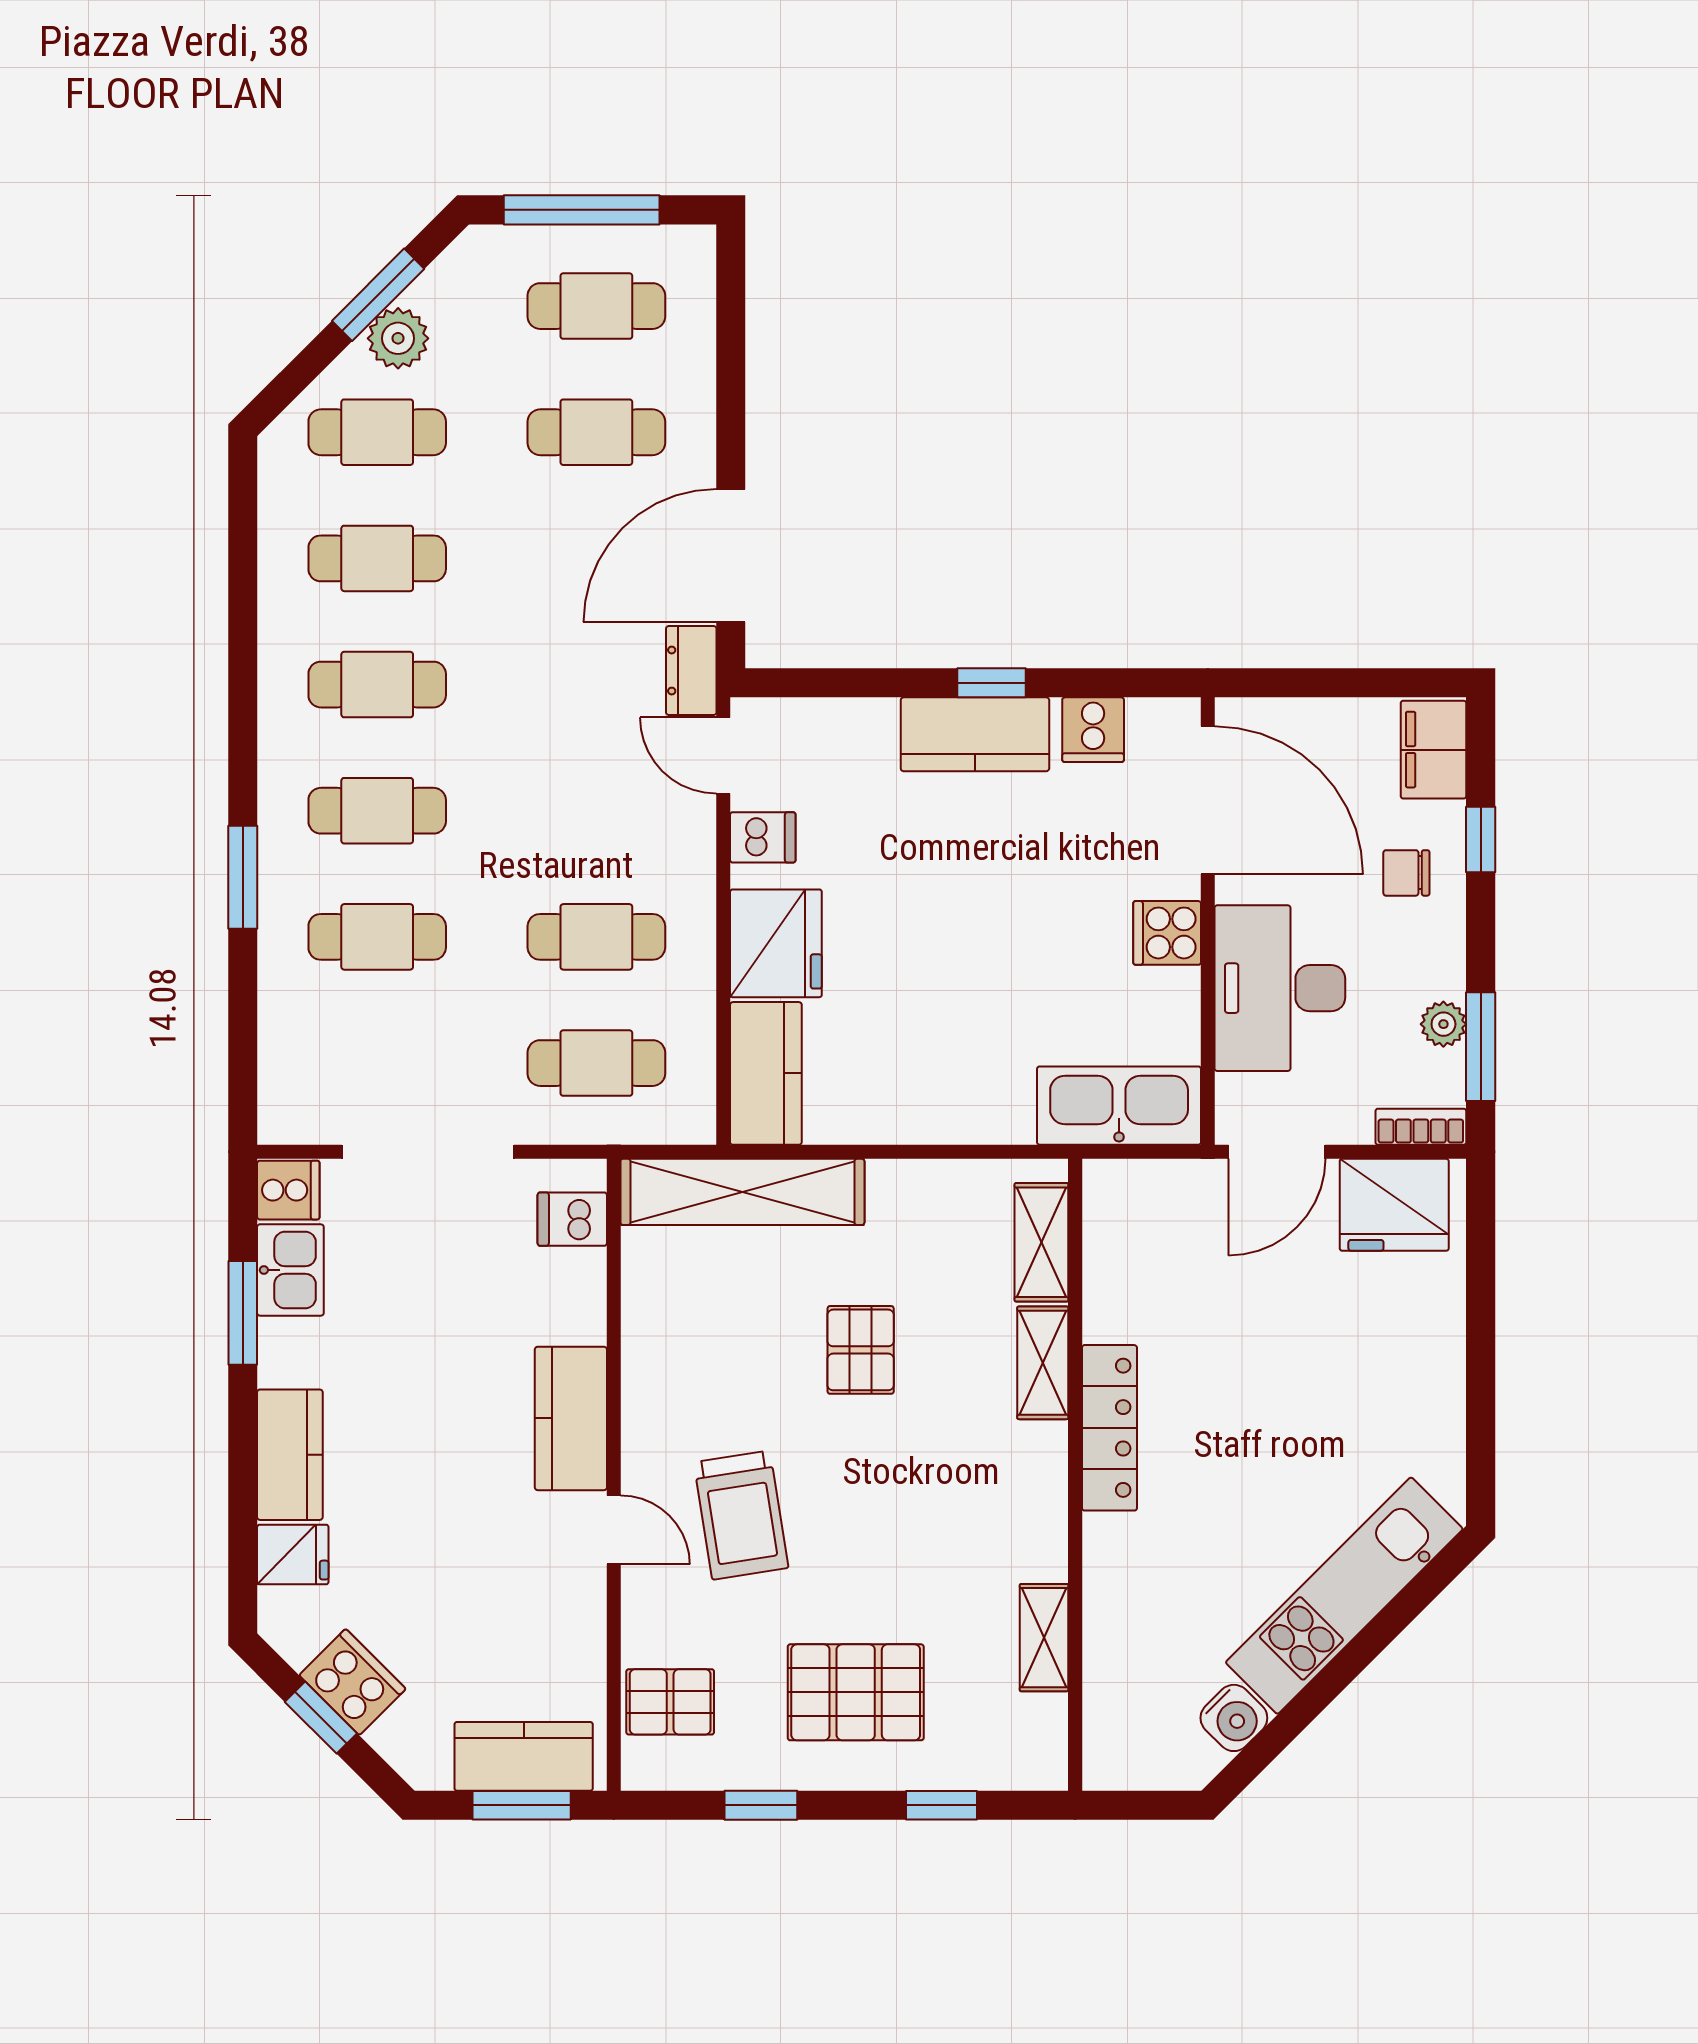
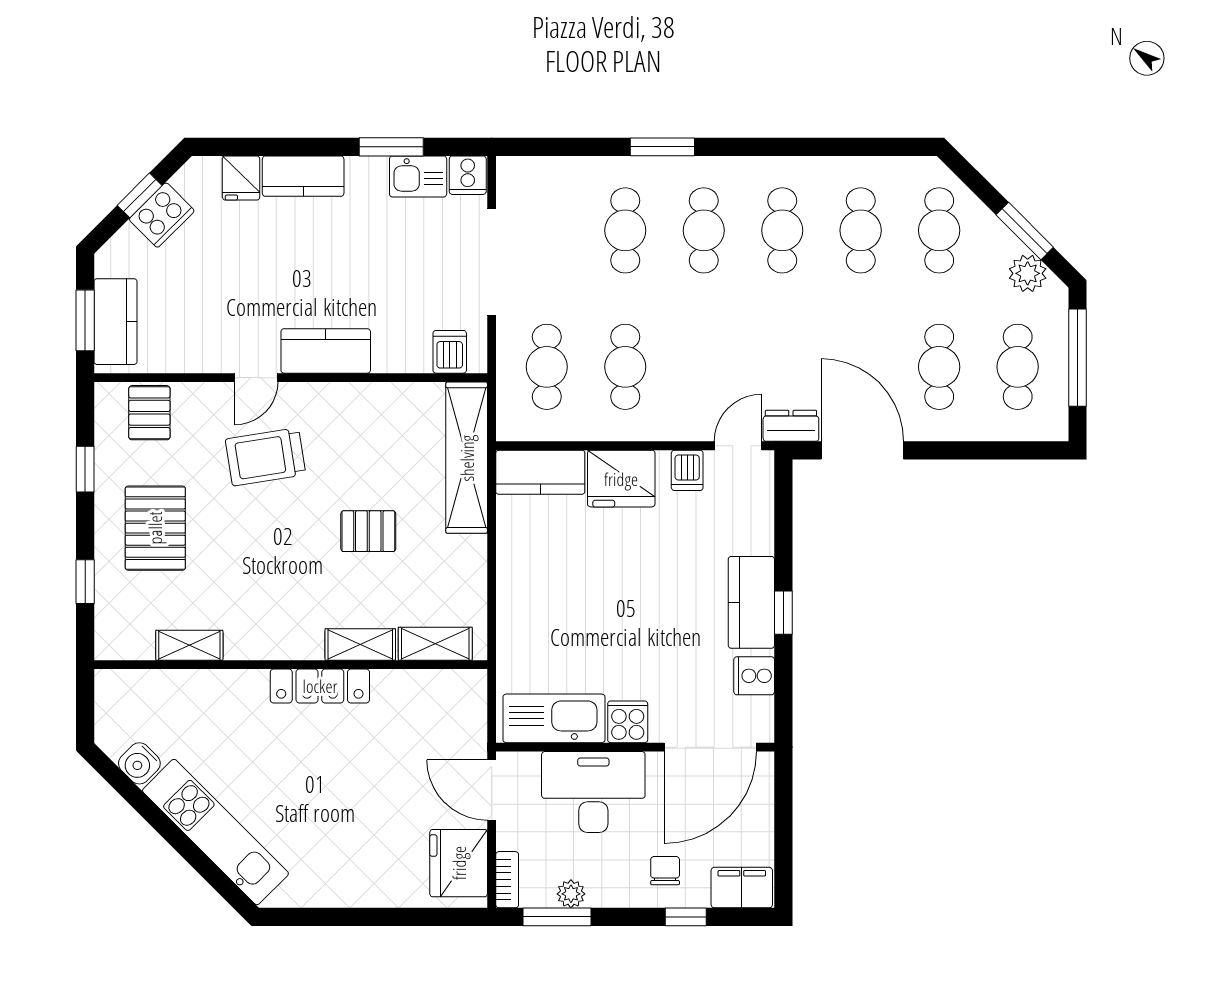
plant: (398, 338) -> (1028, 273), moved
kitchen sink: (1119, 1106) -> (554, 718), moved, turned -90

